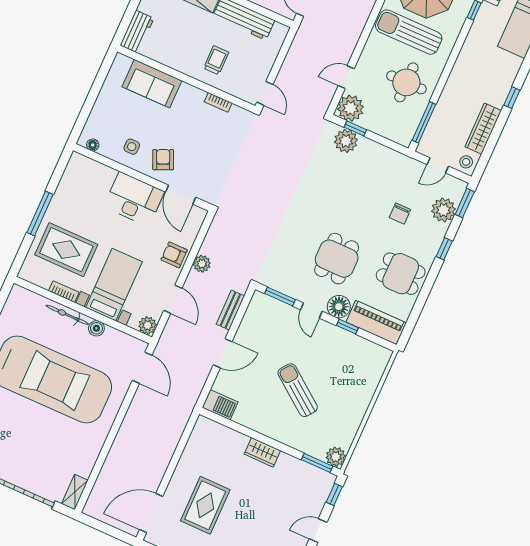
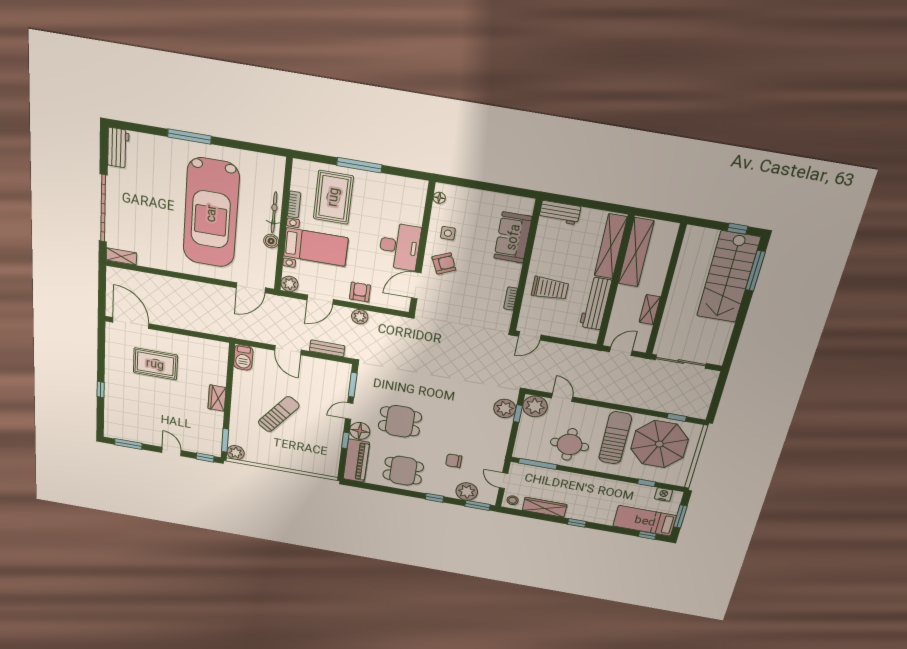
trolley: (216, 60) -> (550, 288), width x1.36, depth x1.39
dining table: (401, 274) -> (403, 471), turned 90

